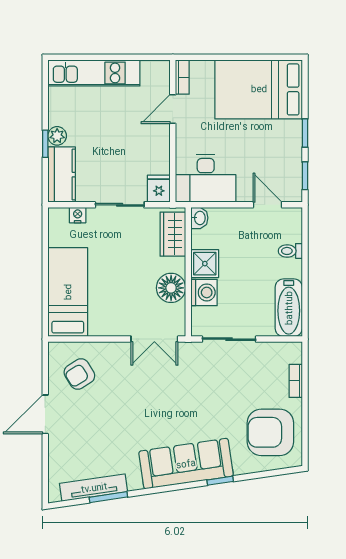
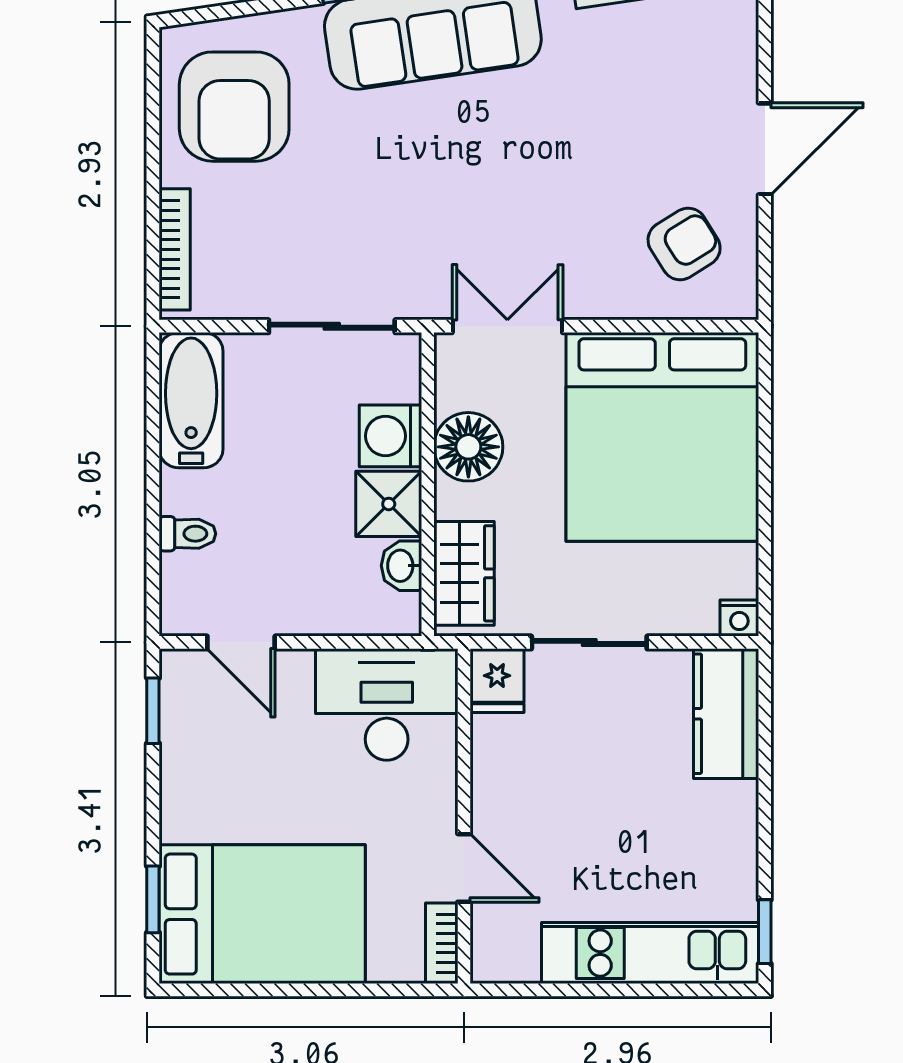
door: (173, 109) -> (464, 868), hinge flipped
window: (305, 133) -> (153, 899), moved
plant: (57, 136) -> (737, 805), removed
window: (45, 144) -> (765, 932), moved
nightstand: (78, 215) -> (739, 618), moved
washbasin: (199, 218) -> (401, 566), moved
bed: (68, 292) -> (662, 437), width x2.04
bookcase: (296, 381) -> (175, 249), width x1.56
armchair: (270, 432) -> (234, 107), turned 90

